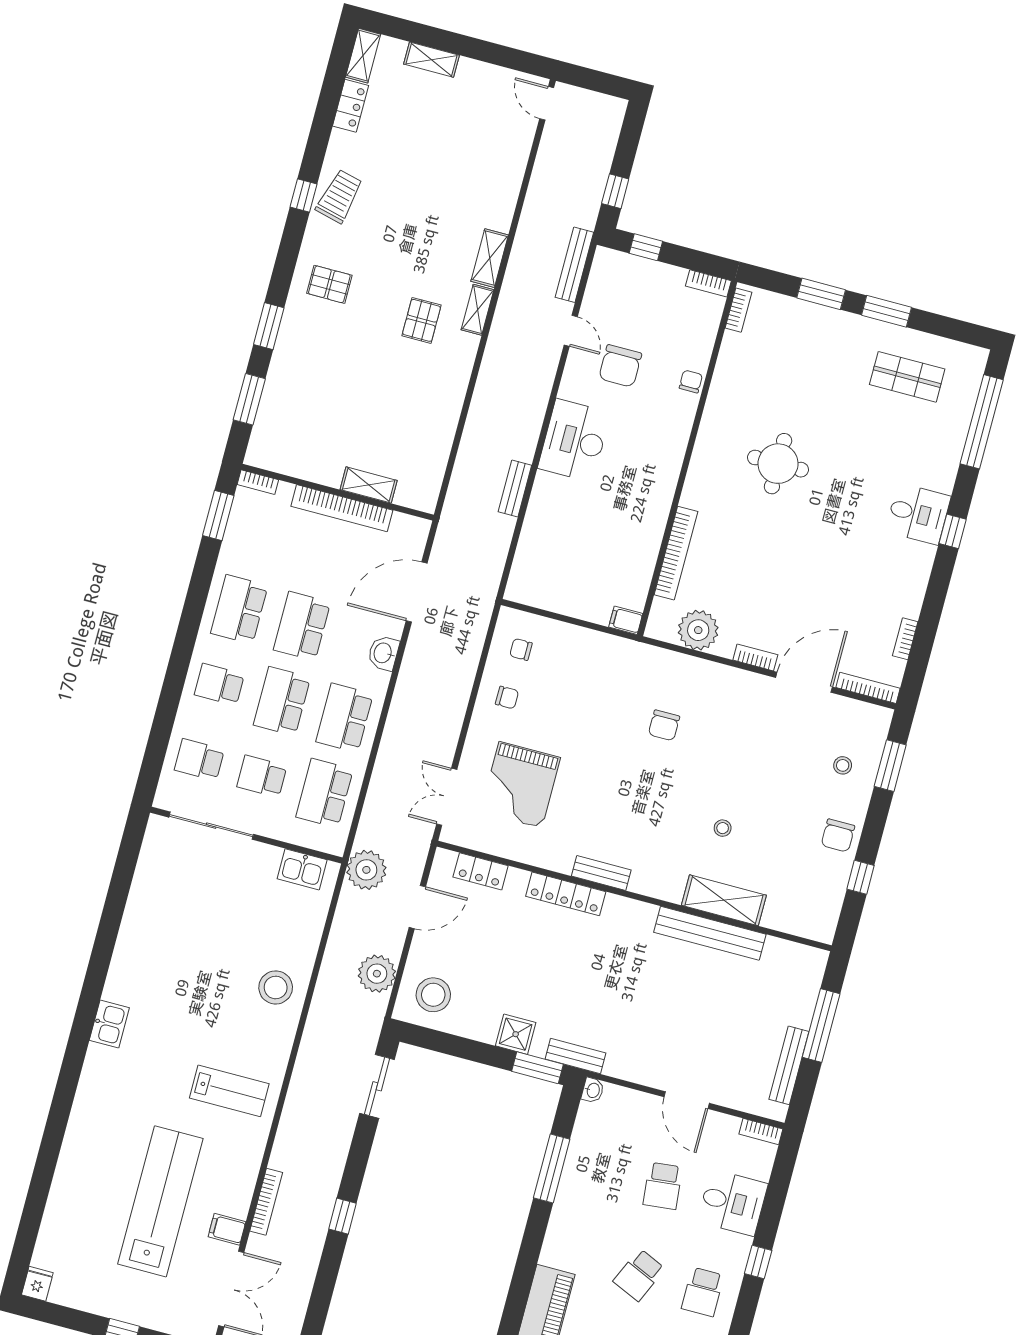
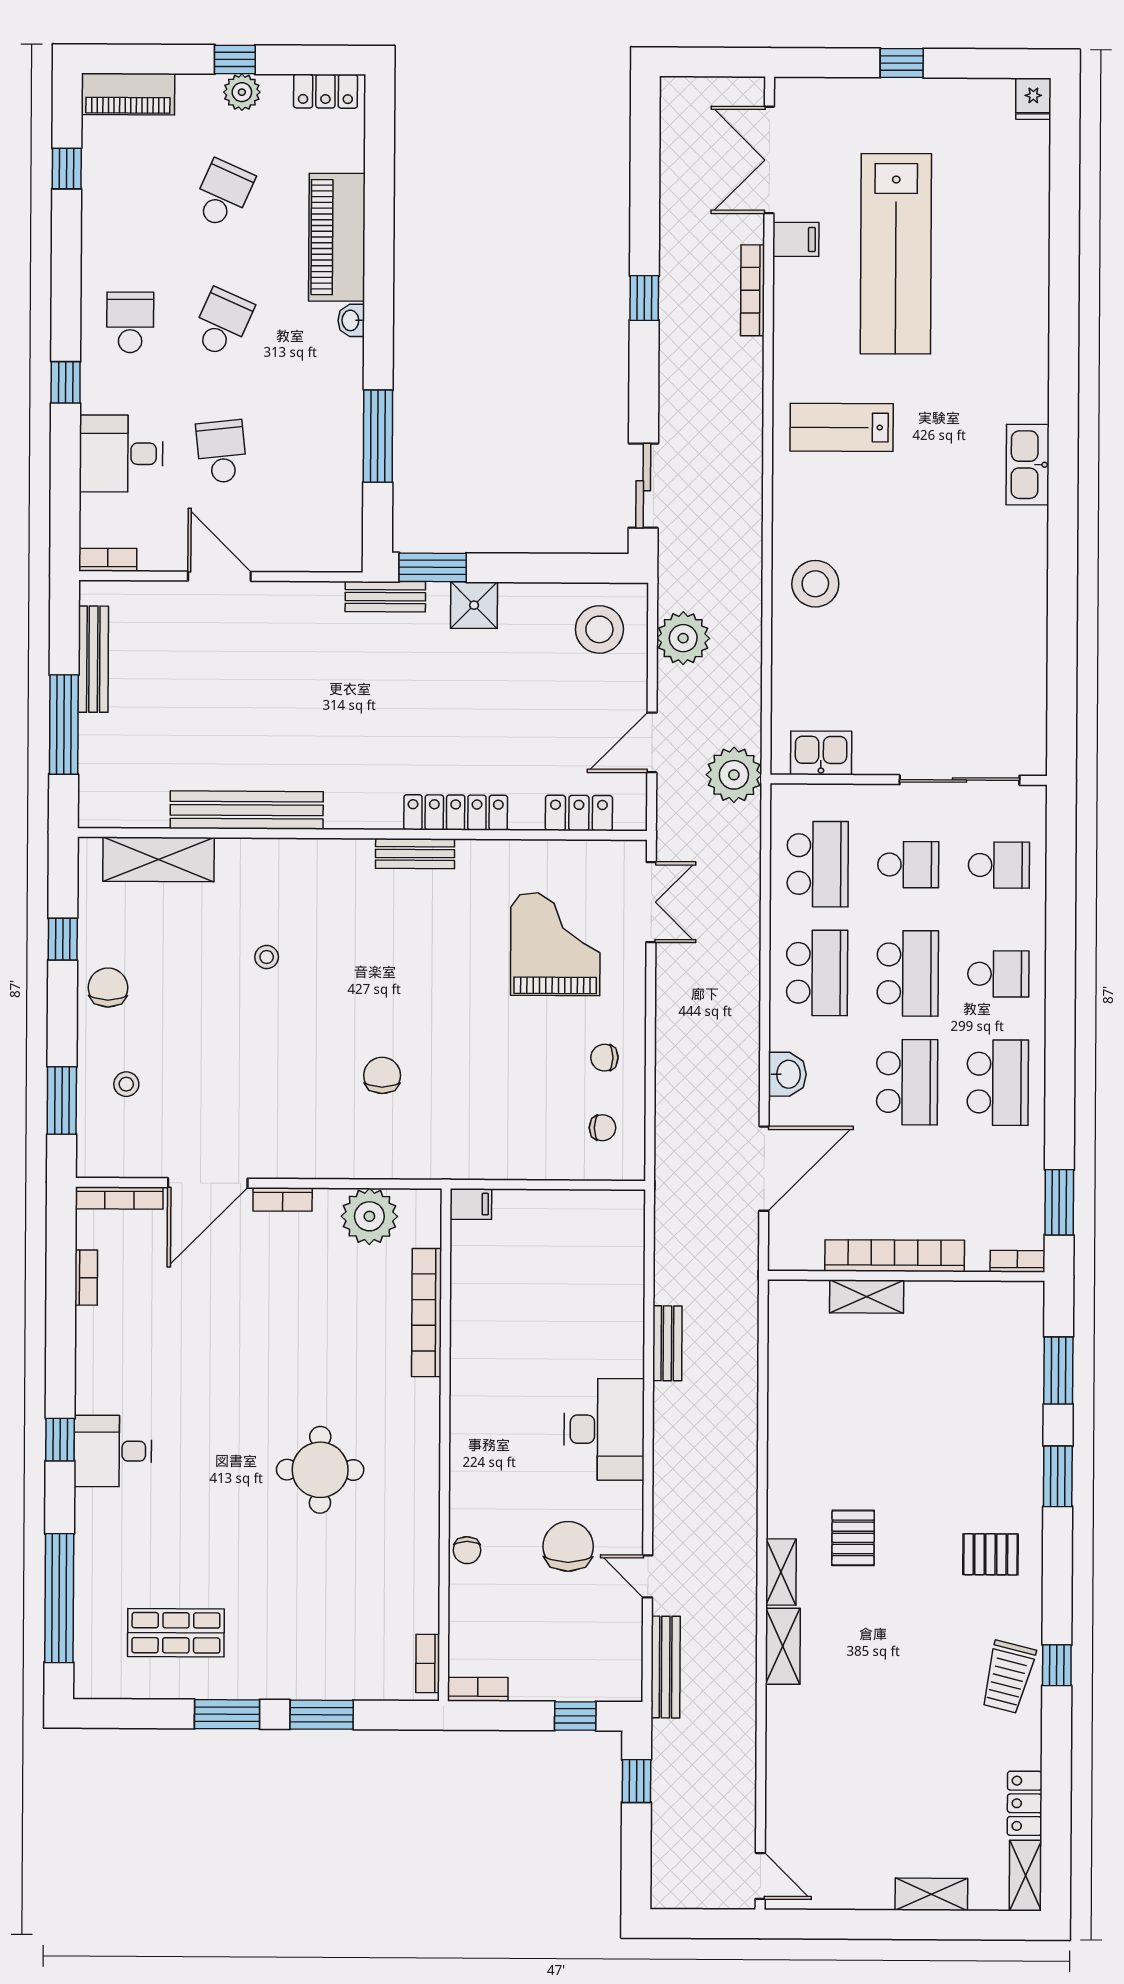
shelving: (724, 900) -> (158, 859), moved
kitchen sink: (109, 1024) -> (1028, 465), width x1.38
washbasin: (593, 1090) -> (351, 320), moved

